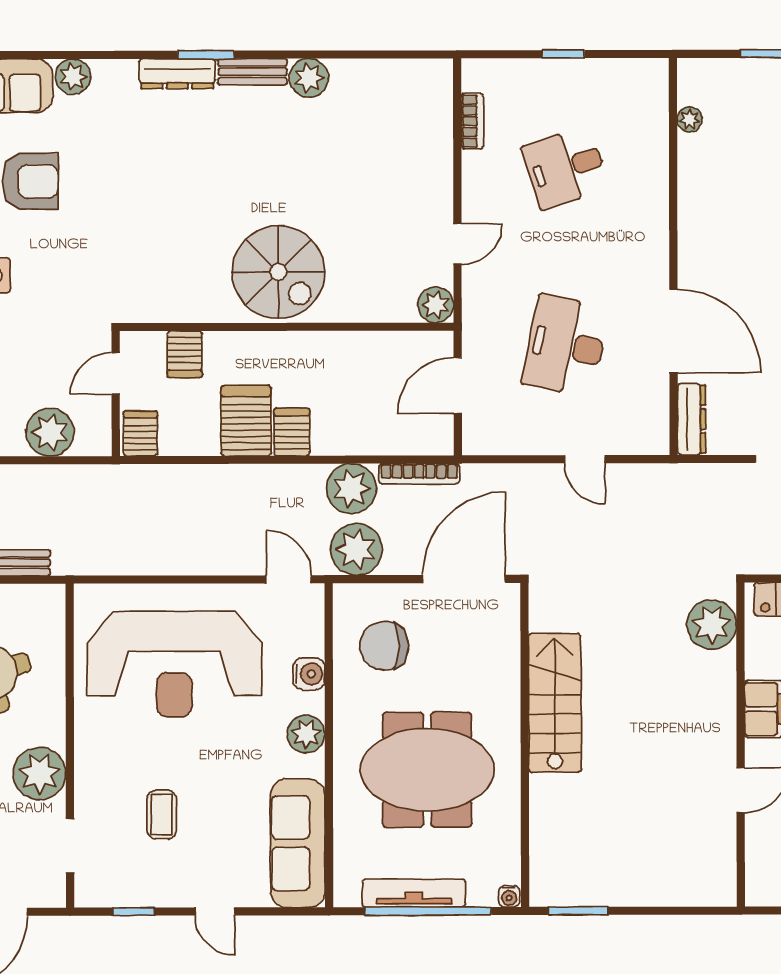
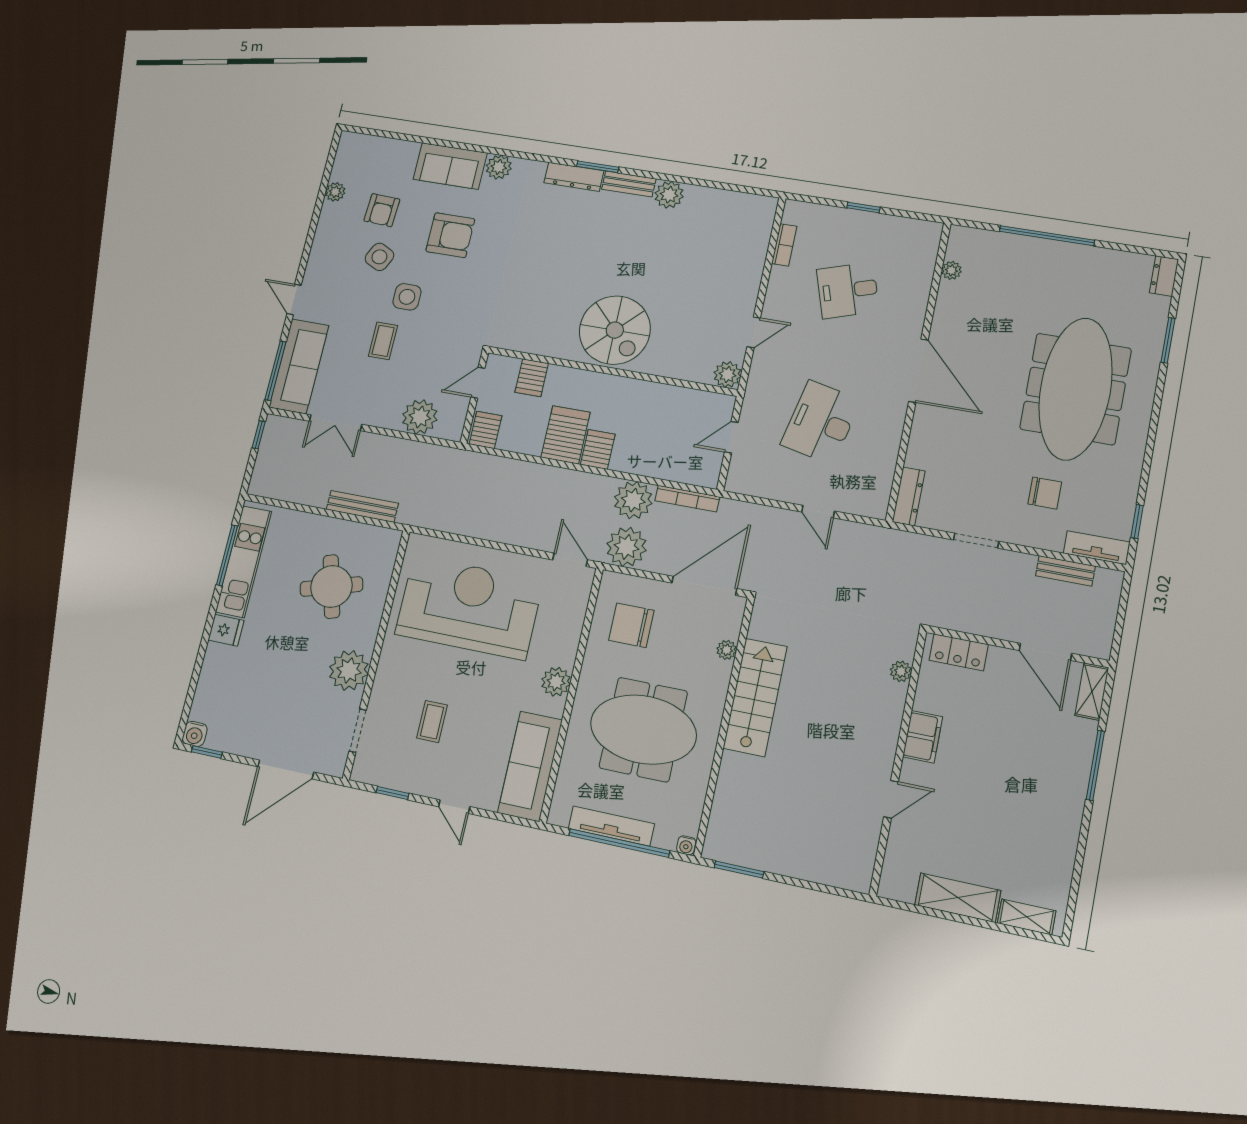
door: (673, 331) -> (918, 371), moved
door: (458, 385) -> (731, 437), width x0.73
plant: (712, 625) -> (901, 671), width x0.53, depth x0.53
plant: (508, 652) -> (727, 650), added
reception desk: (174, 664) -> (469, 607), turned 180
water cooler: (309, 674) -> (569, 635), removed

